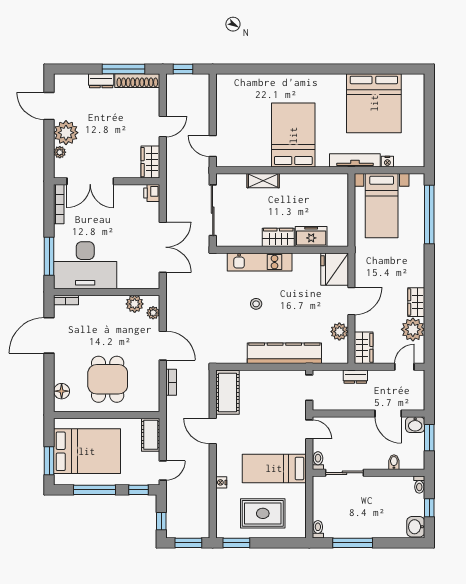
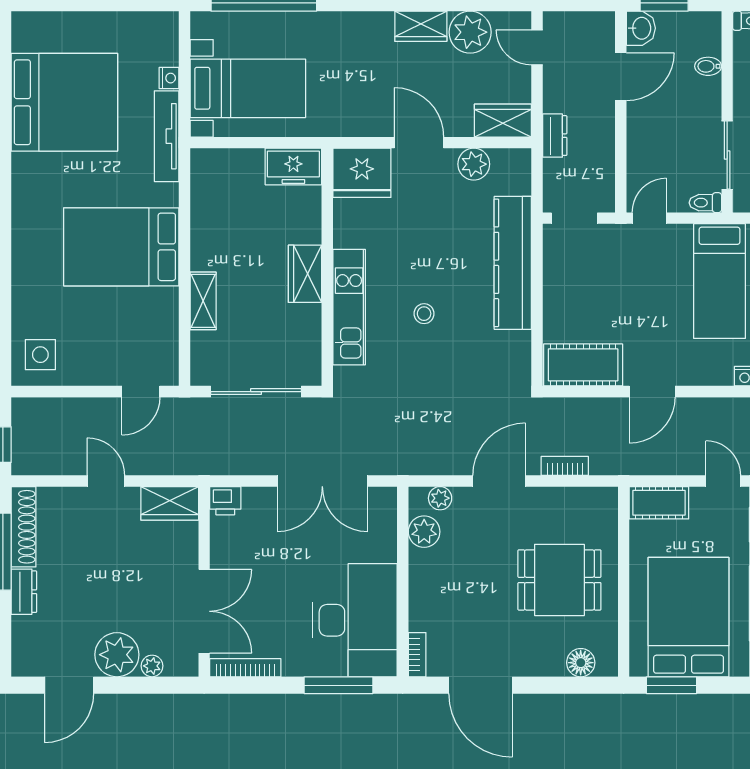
side table: (233, 90) -> (40, 355), added
freezer: (311, 237) -> (293, 167), moved, turned -90
double door: (163, 247) -> (322, 481), swing flipped
window: (49, 461) -> (671, 685), moved

